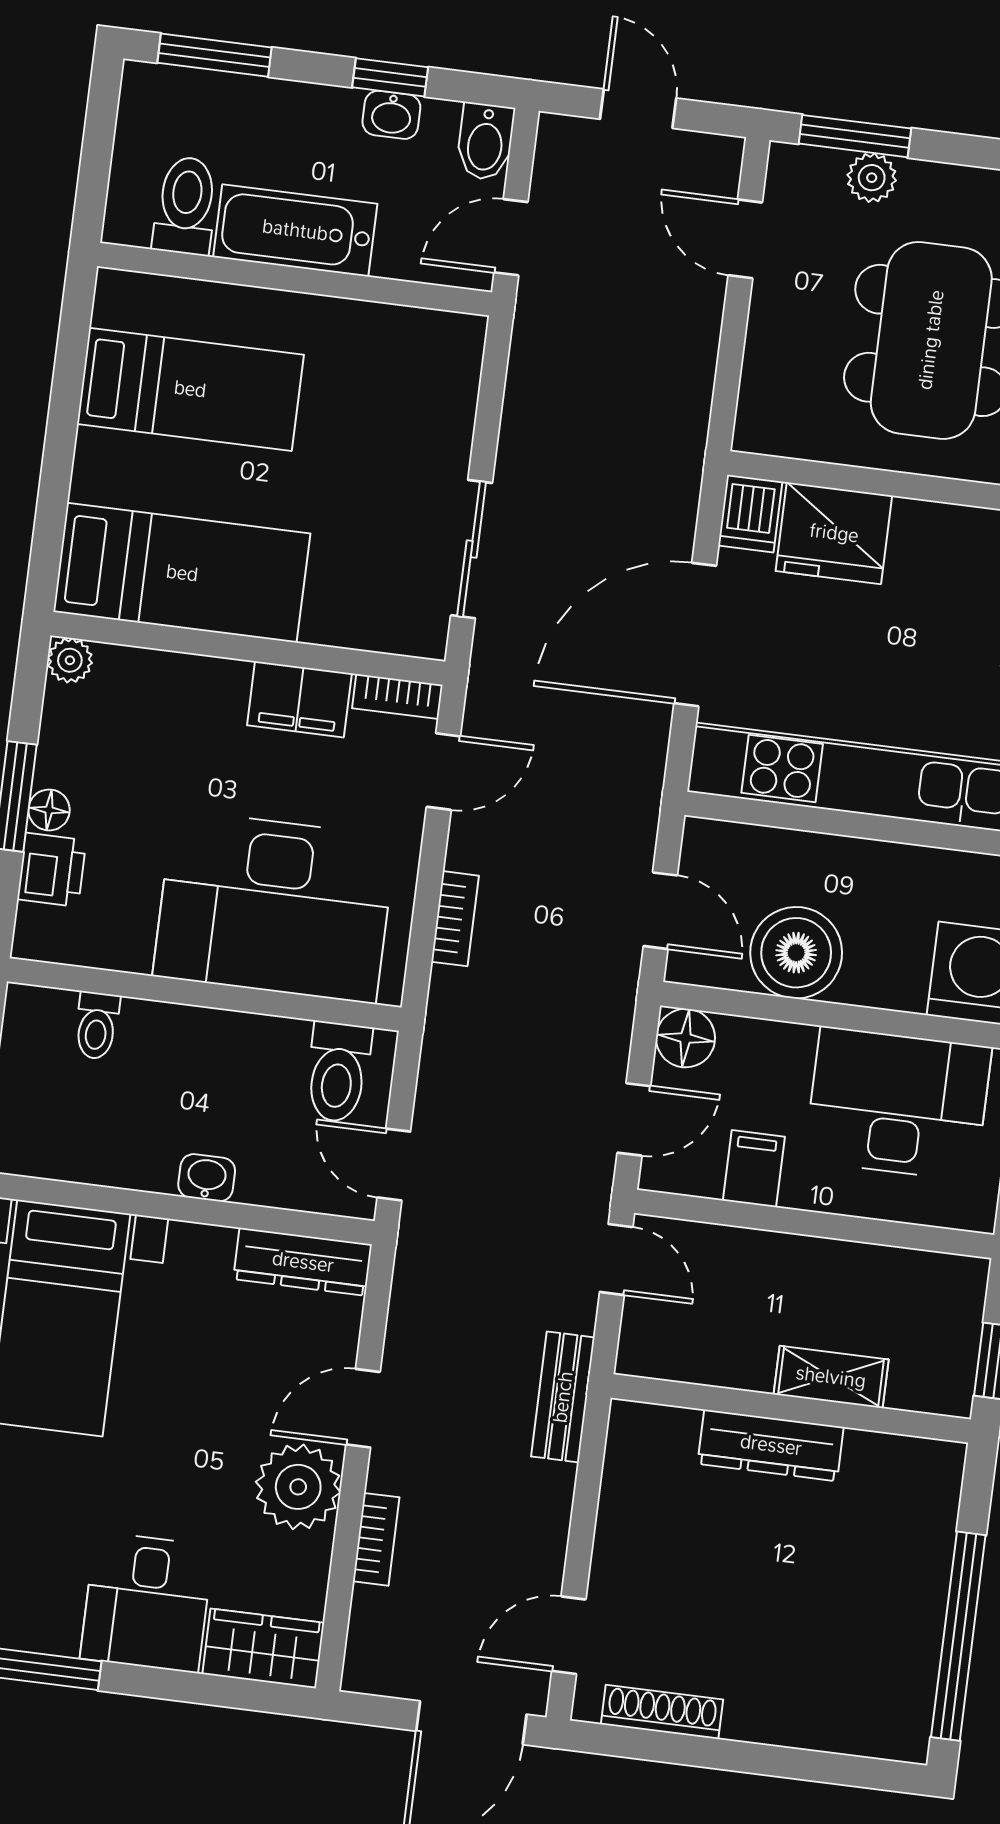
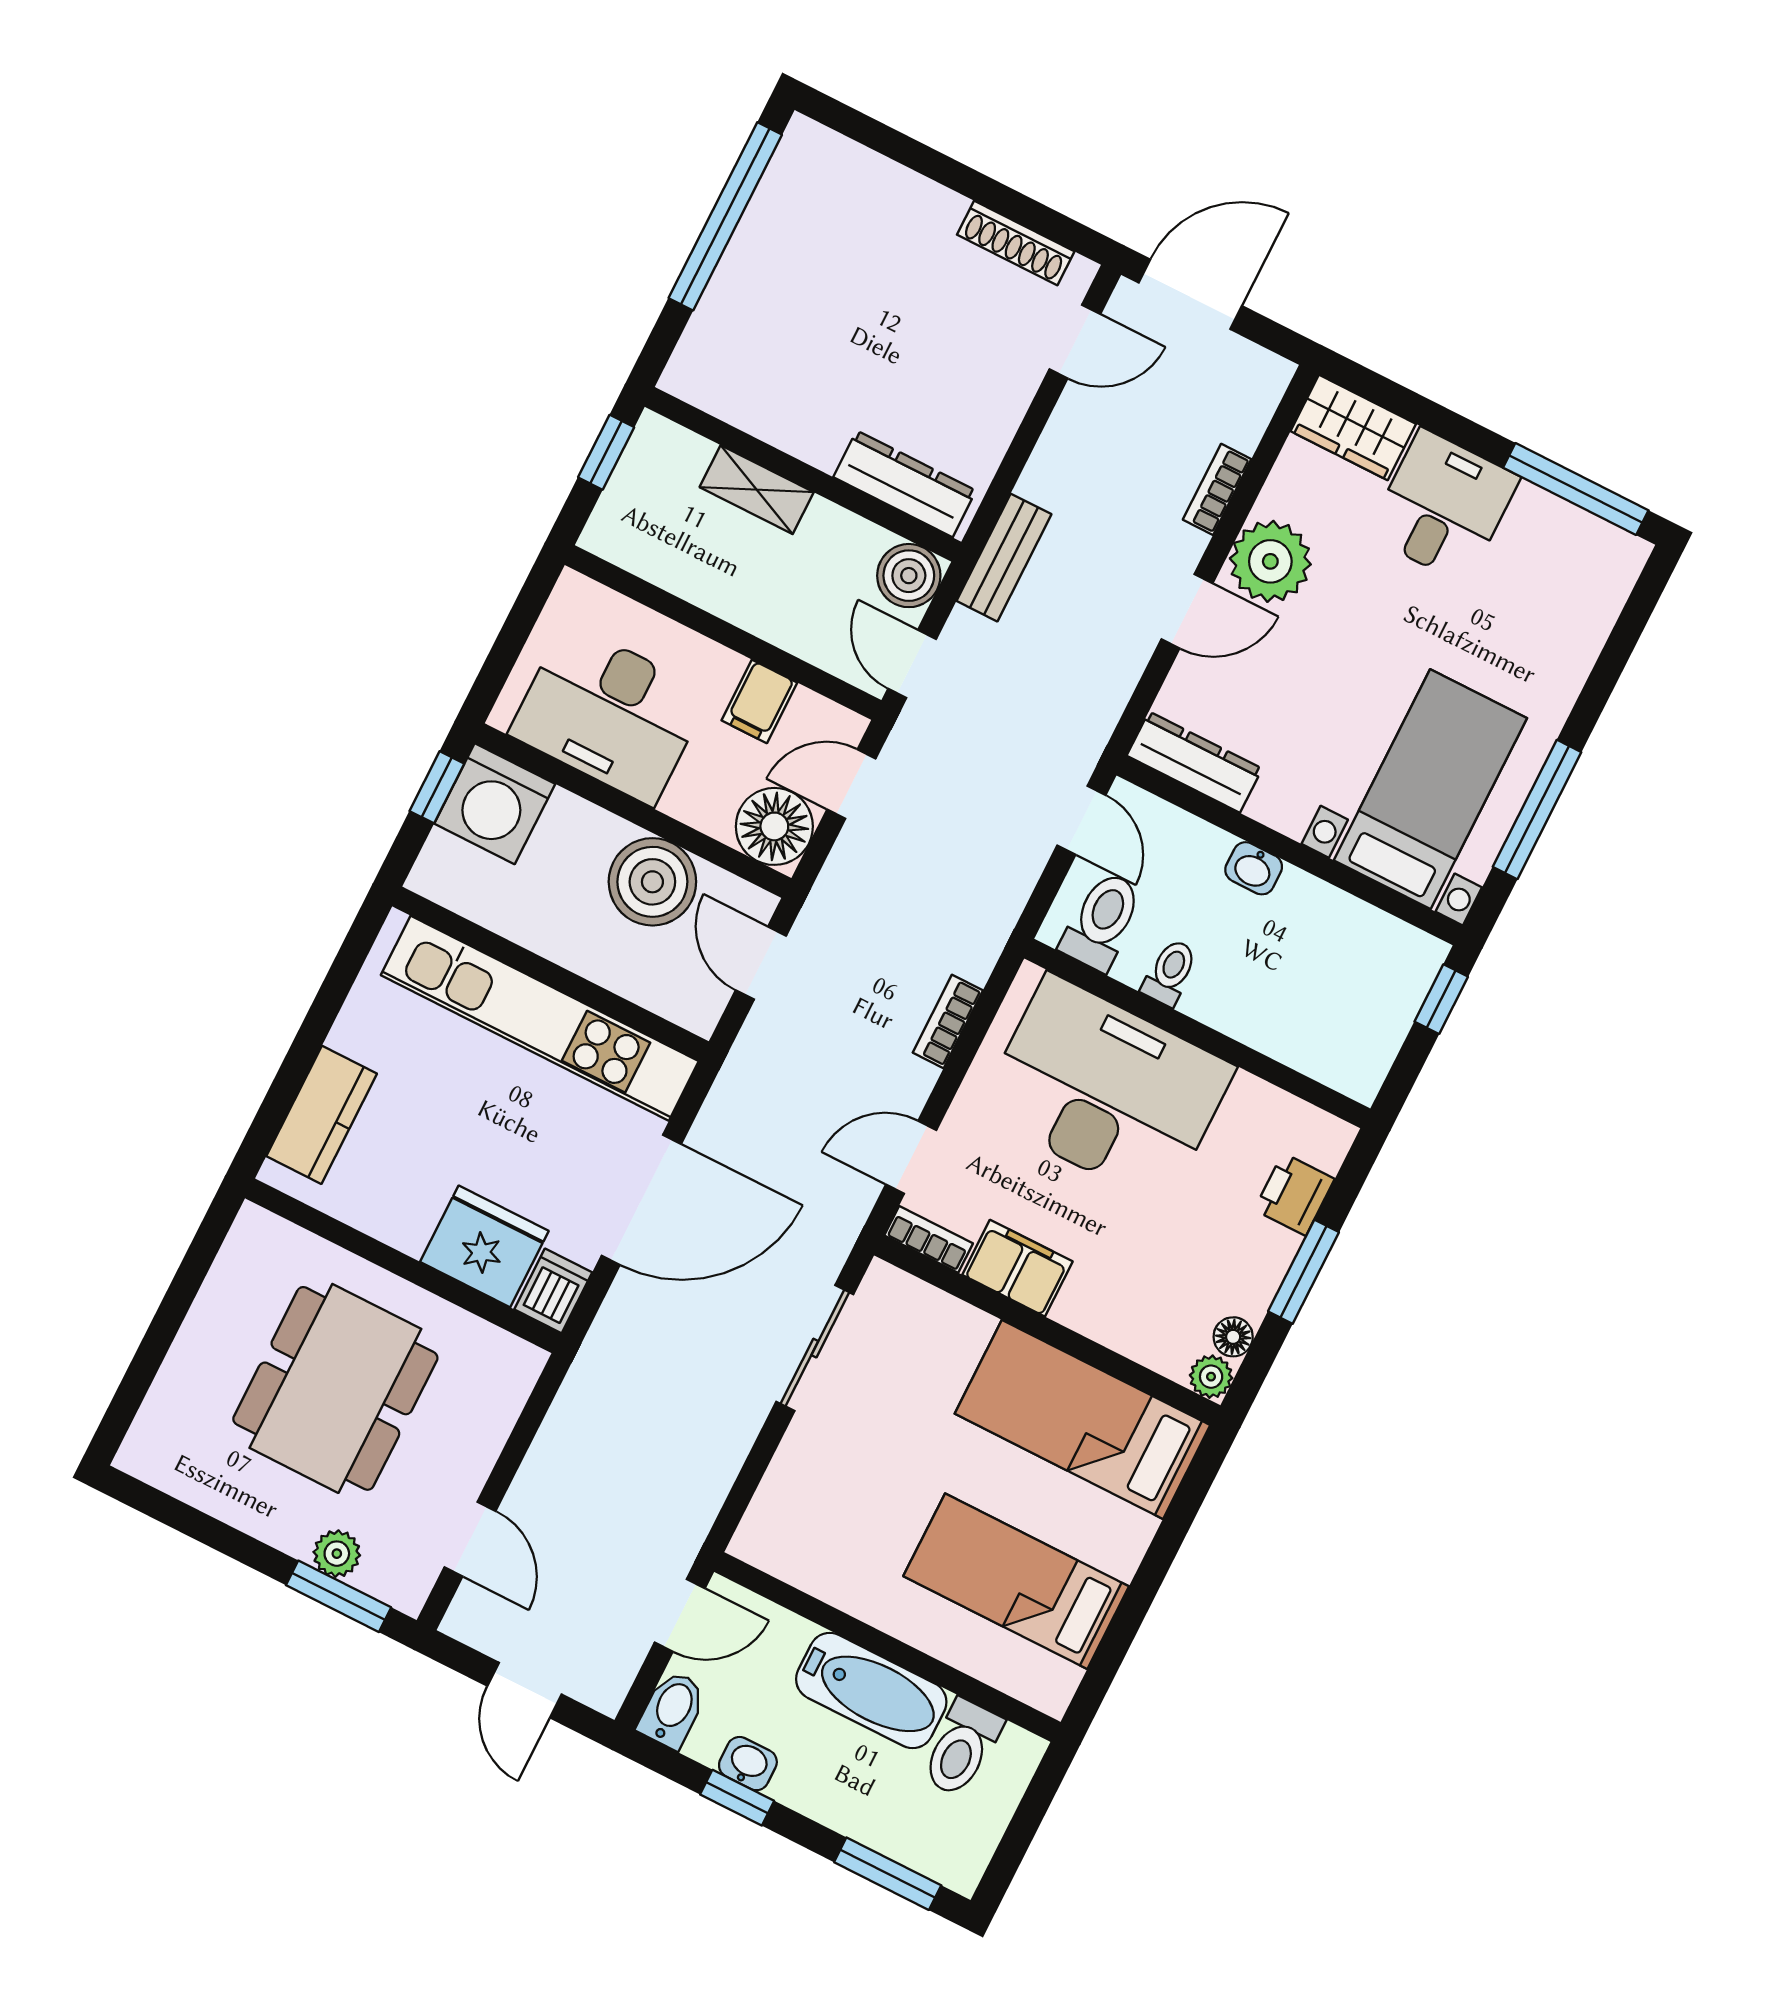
floor lamp: (49, 810) -> (1233, 1337), moved
toilet: (97, 1026) -> (1170, 972), moved
floor lamp: (686, 1038) -> (774, 826), width x1.38, depth x1.38
boiler: (651, 1346) -> (909, 576), added
dresser: (771, 1445) -> (905, 484), moved

